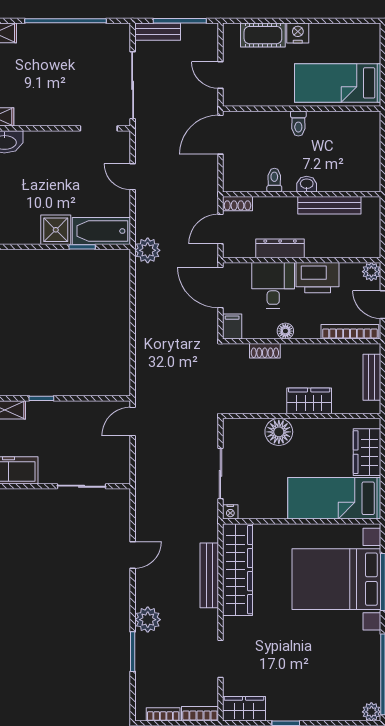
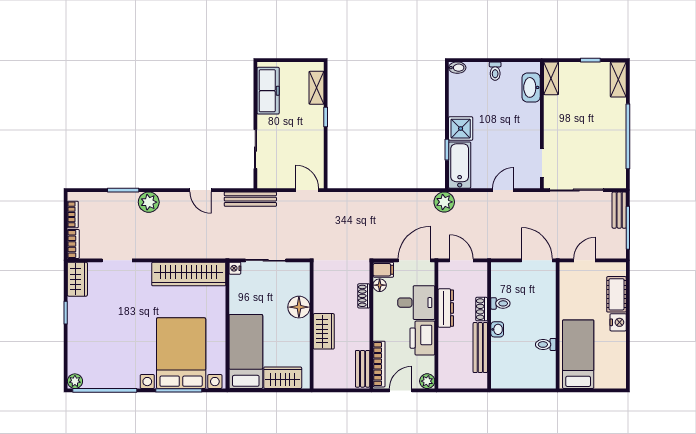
toilet: (298, 123) -> (546, 344), moved
shoe rack: (237, 204) -> (482, 309), moved
floor lamp: (285, 331) -> (380, 285), moved
bench: (372, 377) -> (363, 369), moved, turned 90
bench: (209, 575) -> (250, 199), moved

